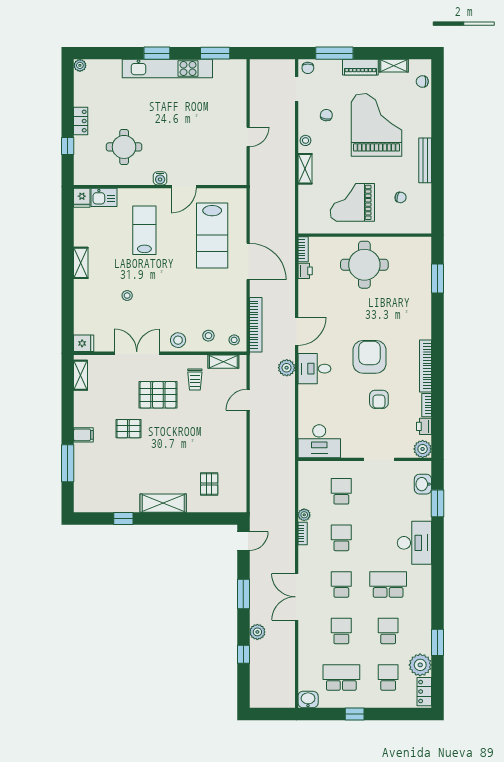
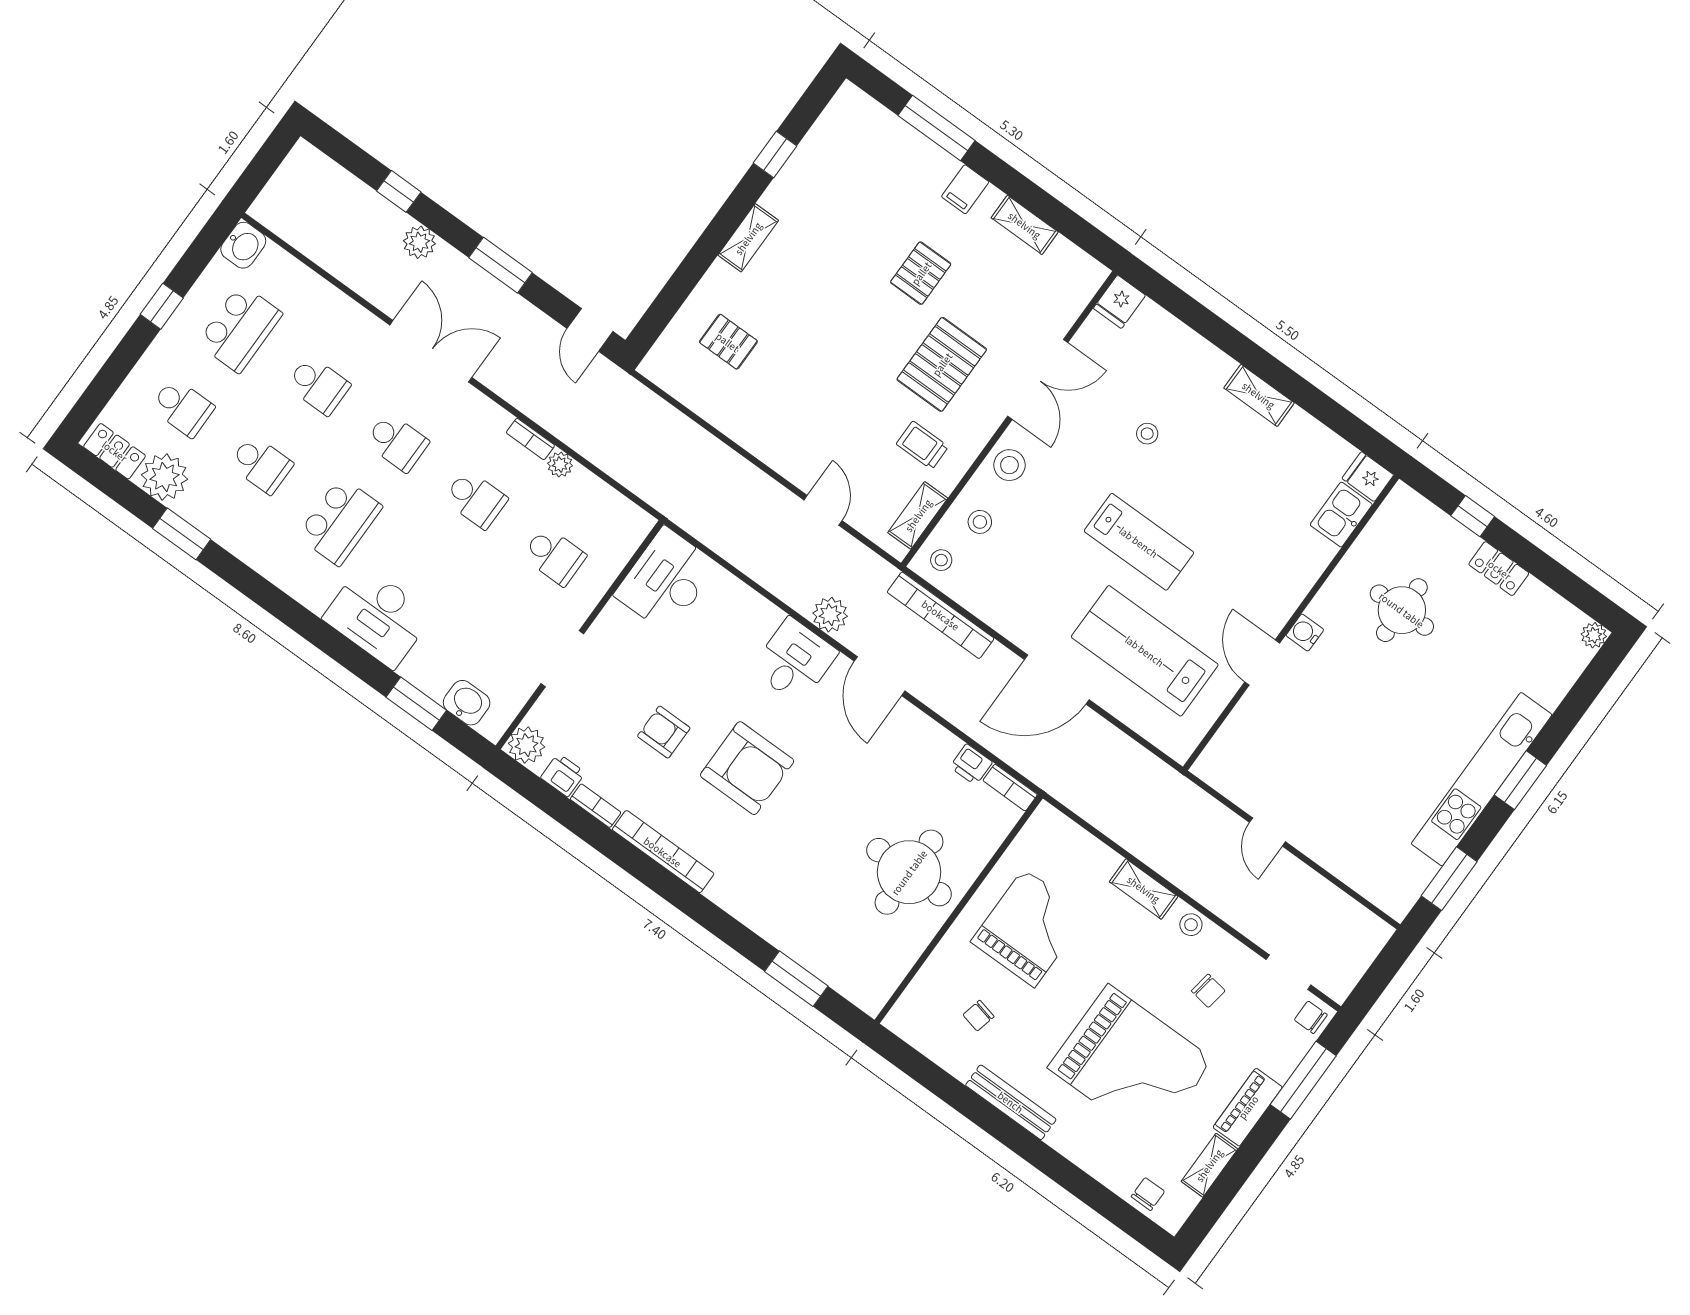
lab bench: (144, 230) -> (1139, 542), moved
shelving: (81, 375) -> (1025, 225), moved
shelving: (163, 503) -> (748, 238), width x0.67, depth x0.75

